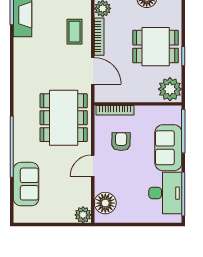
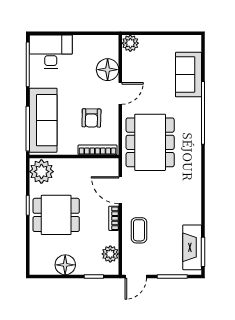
bookcase: (99, 37) -> (114, 218), width x0.64
sofa: (168, 148) -> (43, 120), width x1.36
desk: (165, 193) -> (51, 52), moved, turned 90
floor lamp: (105, 203) -> (108, 70), moved

